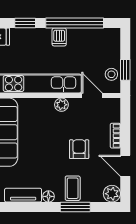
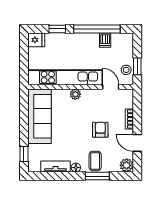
dishwasher: (59, 37) -> (105, 40), moved
plant: (61, 105) -> (75, 94), moved

